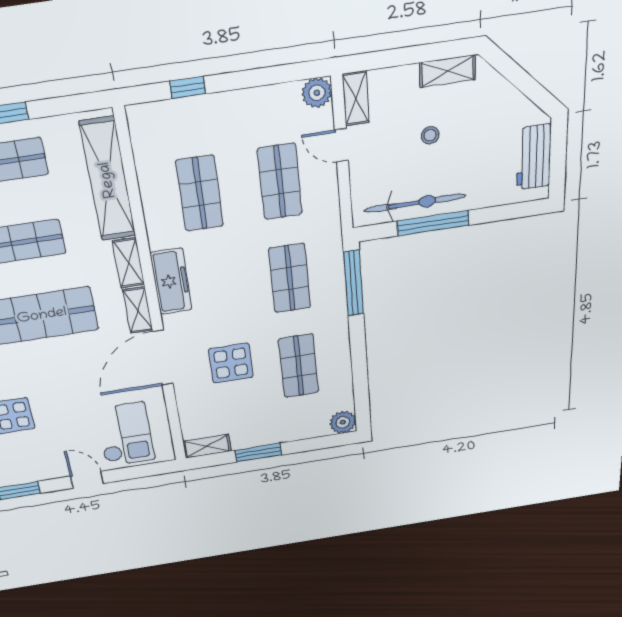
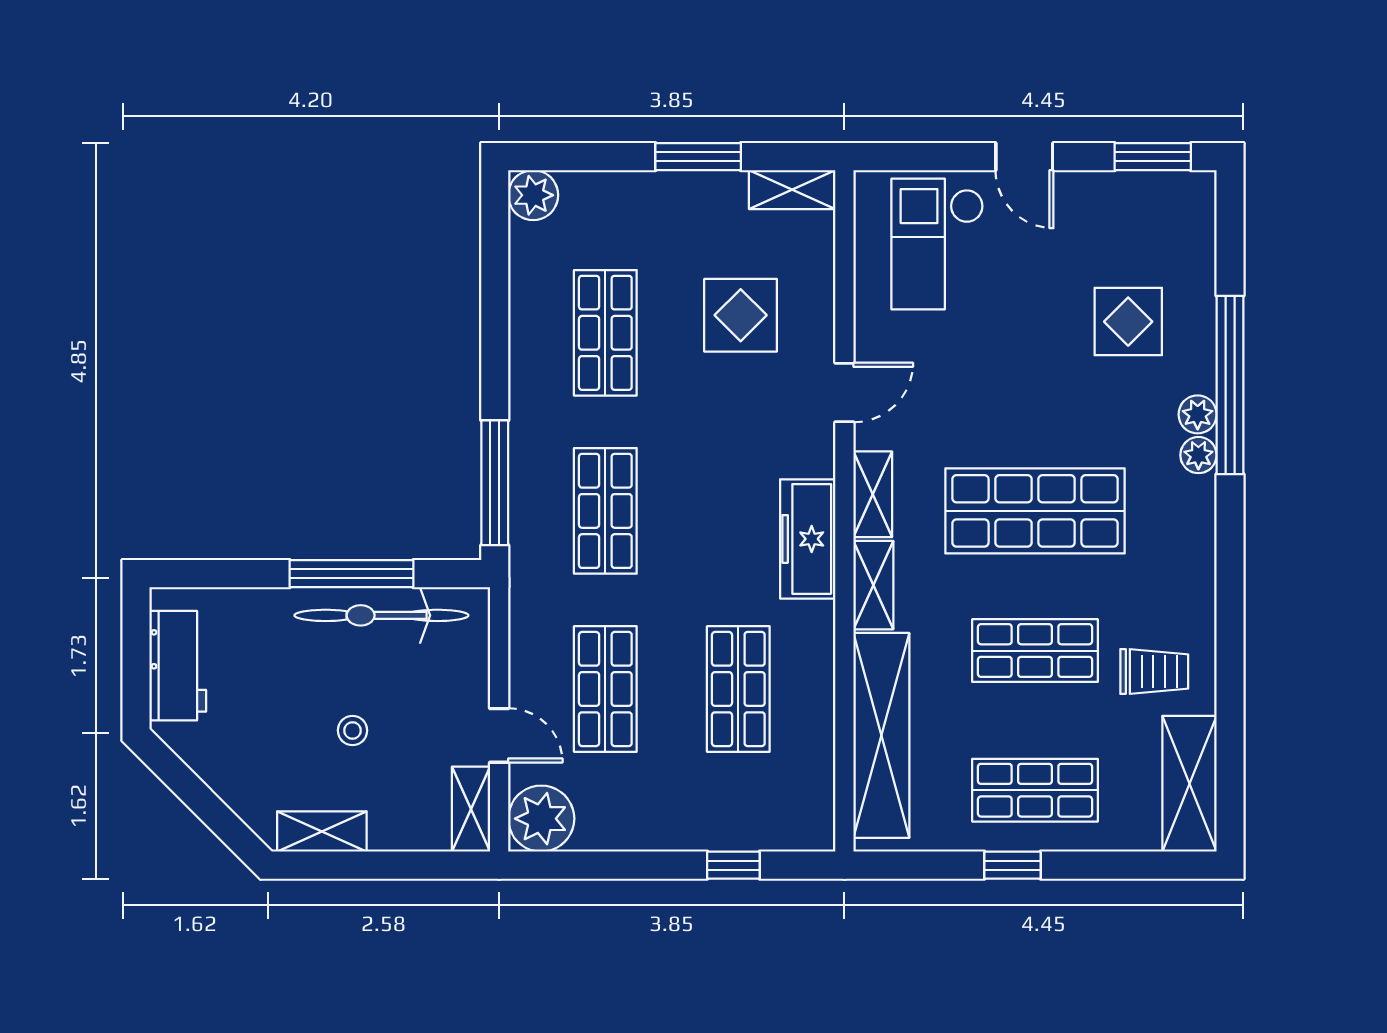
plant: (317, 93) -> (541, 819), width x1.36, depth x1.36
door: (163, 358) -> (844, 393), width x0.53
display table: (231, 363) -> (741, 315), moved

